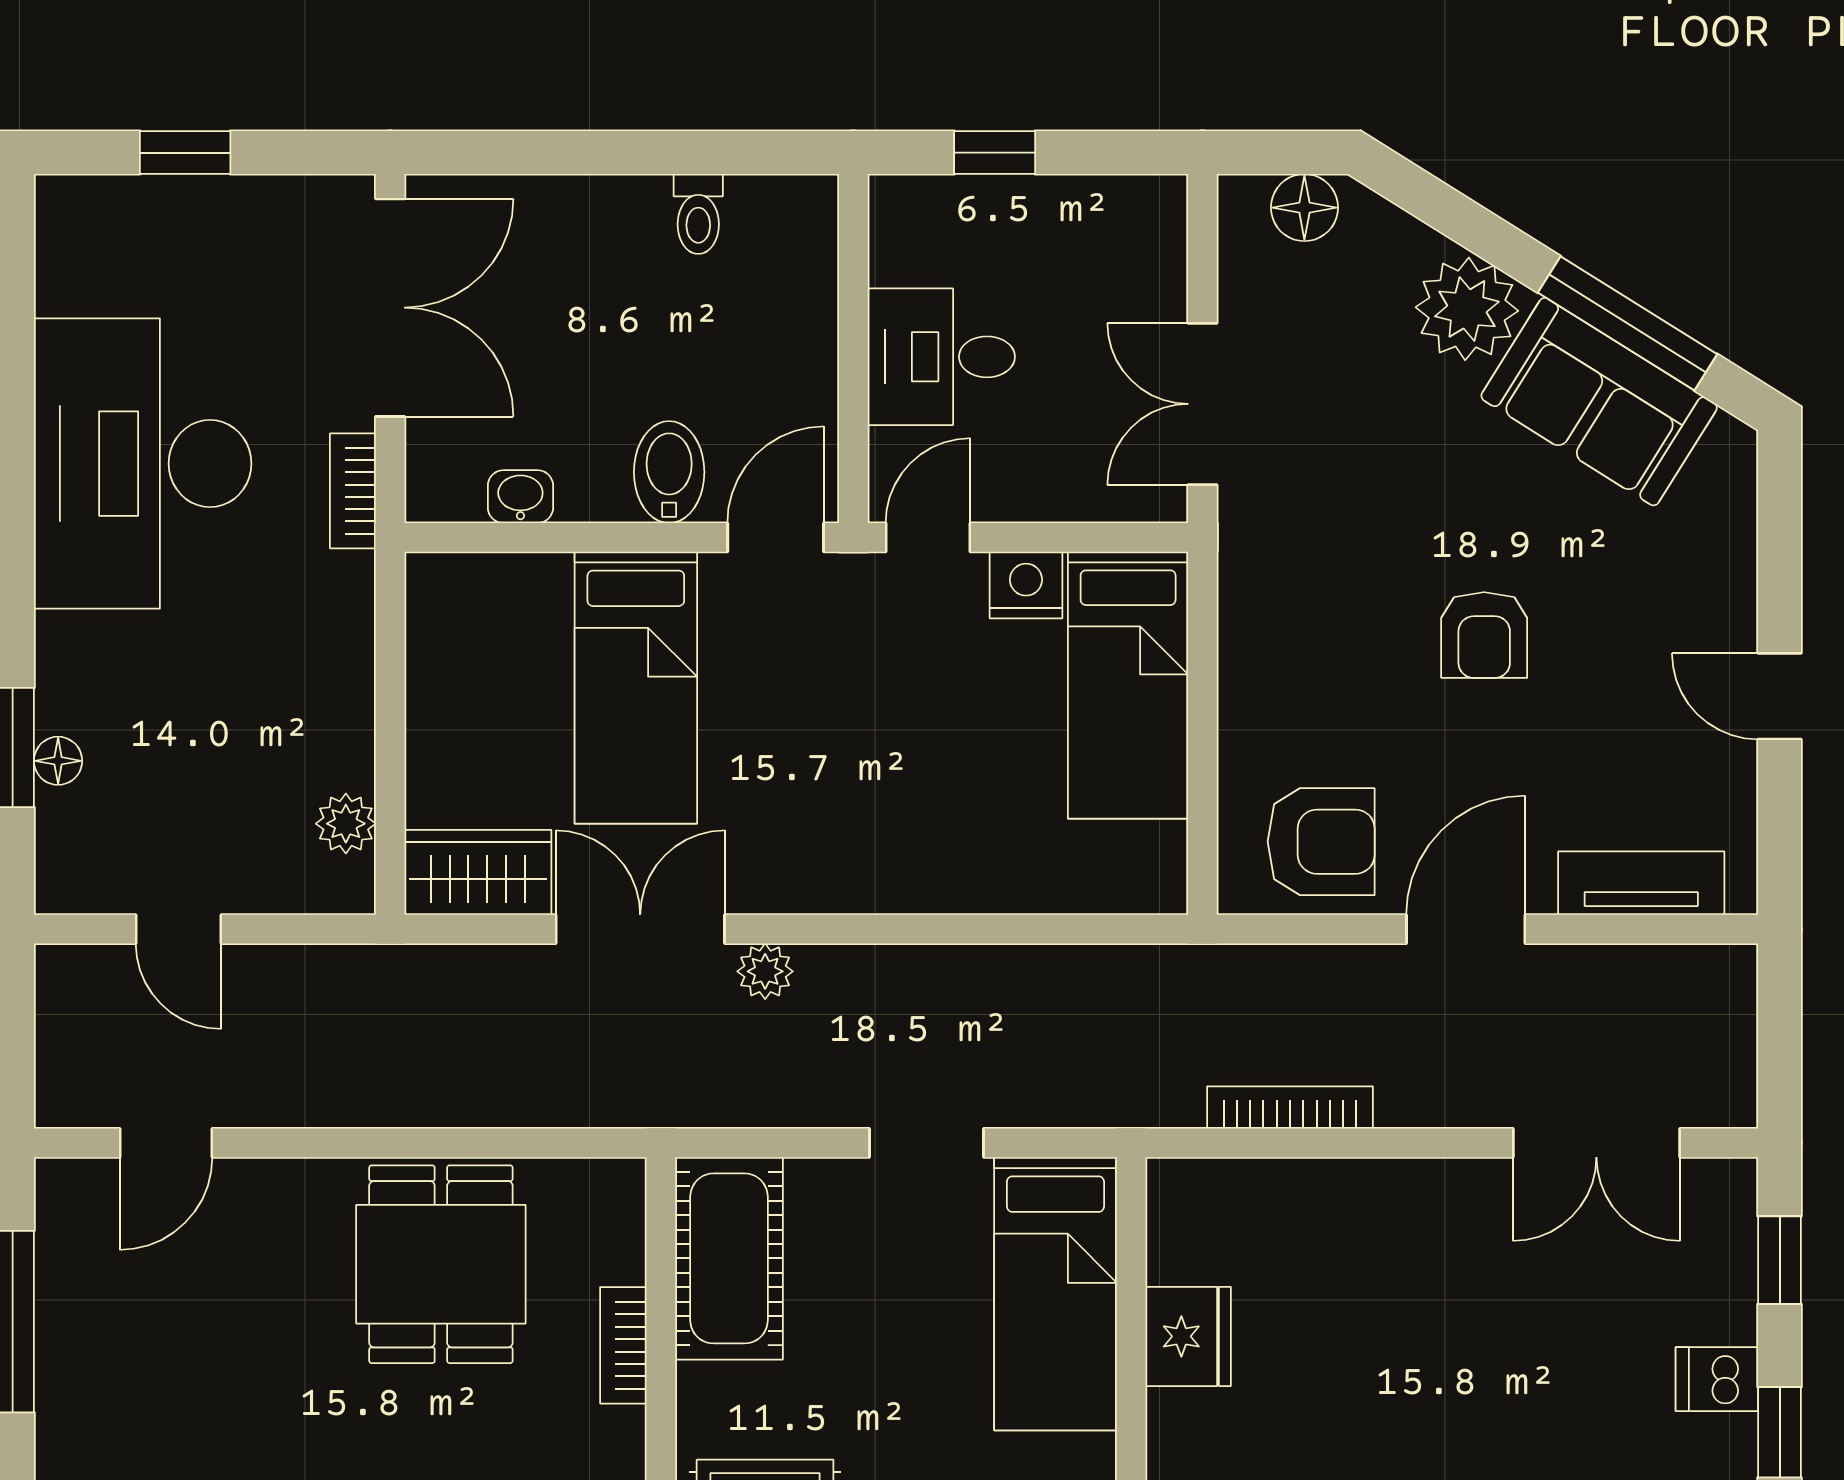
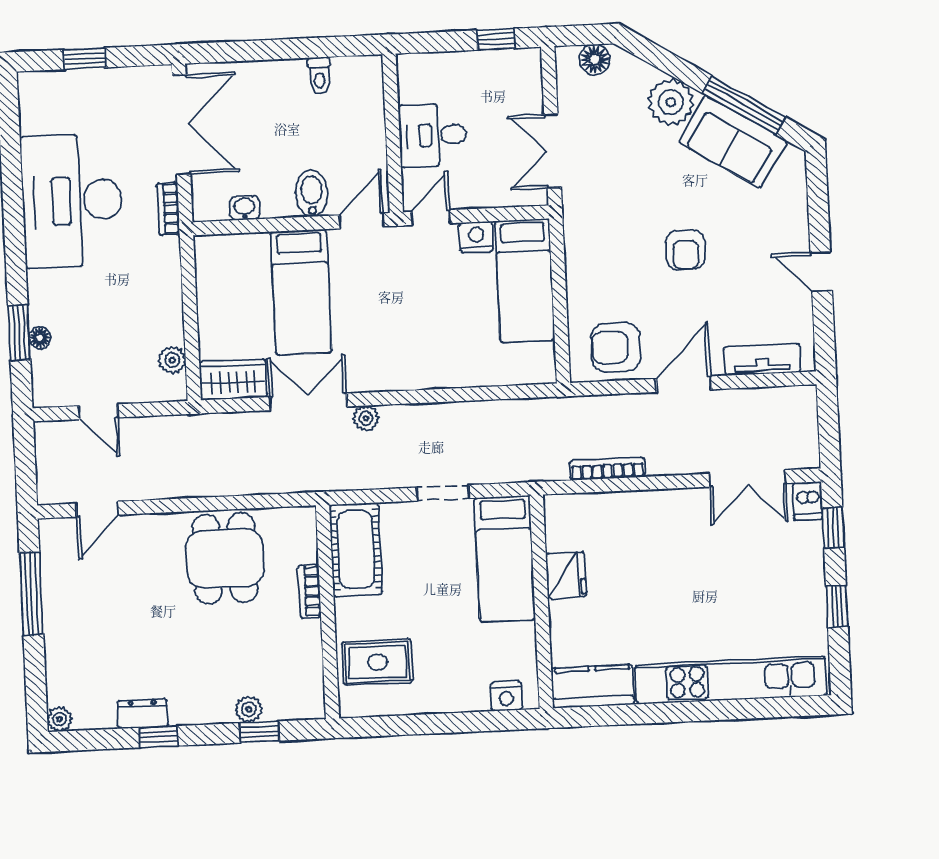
window: (995, 153) -> (496, 39), moved
armchair: (1321, 842) -> (616, 347), turned 180
dishwasher: (1717, 1379) -> (808, 501), moved, turned -90

